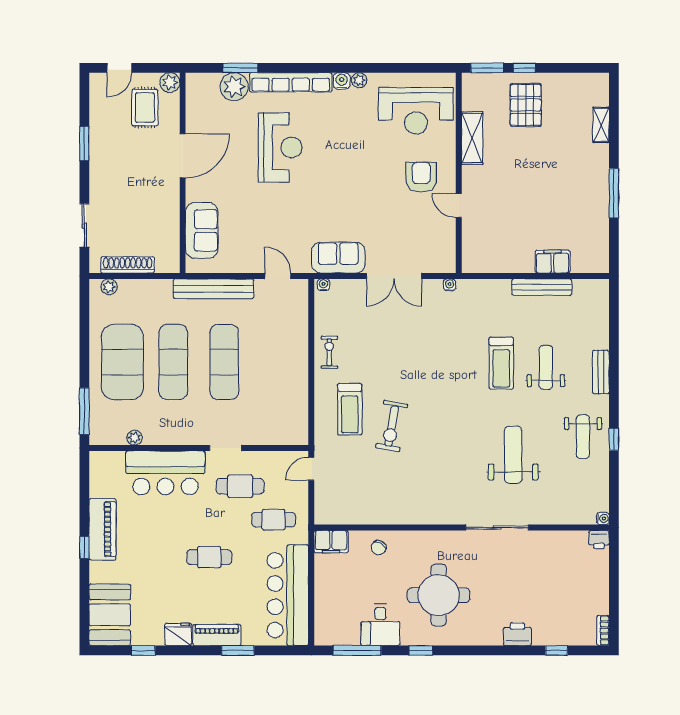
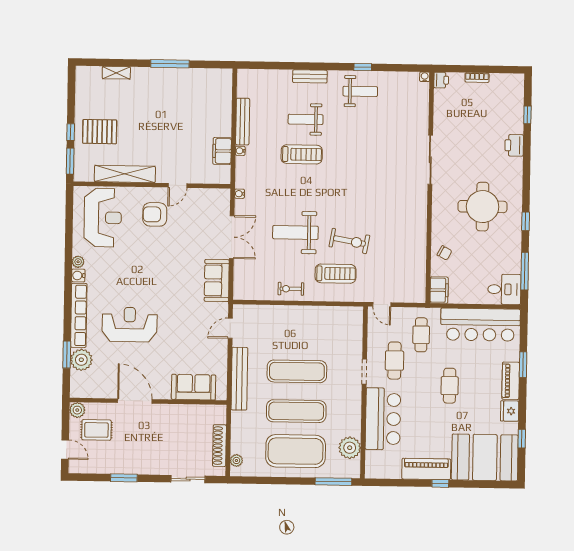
shelving: (472, 138) -> (125, 174), width x1.47
filing cabinet: (553, 262) -> (222, 151), moved
water cooler: (323, 285) -> (240, 151), moved
plant: (134, 438) -> (350, 448), width x1.88, depth x1.88
weight bench: (513, 455) -> (295, 232), moved
booth: (110, 615) -> (485, 457), width x1.36, depth x1.42
desk: (380, 625) -> (504, 289), moved
bookcase: (603, 630) -> (477, 78), moved

